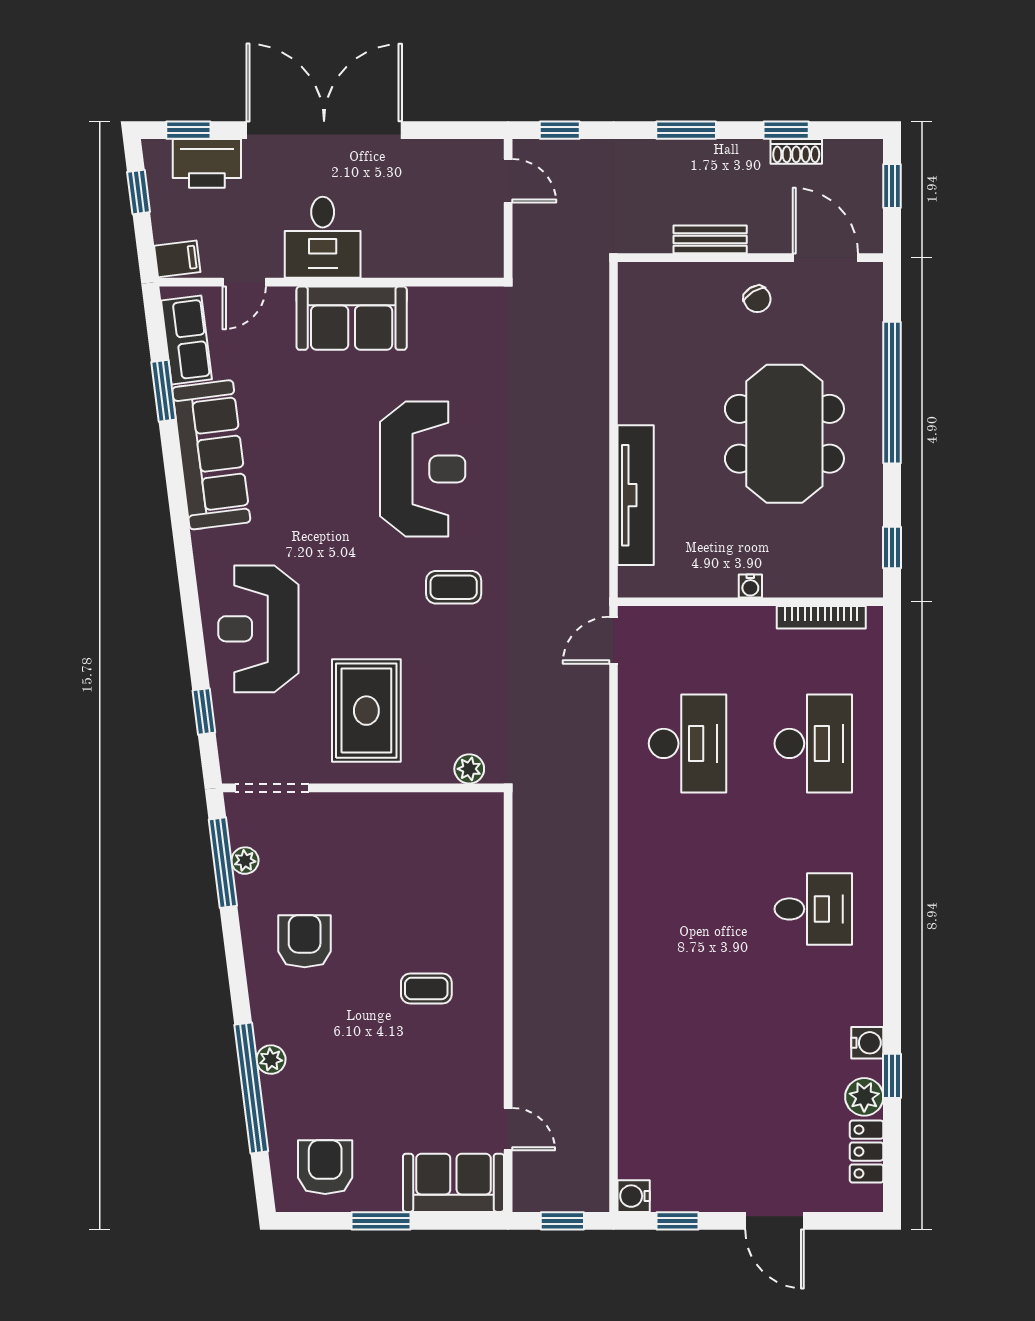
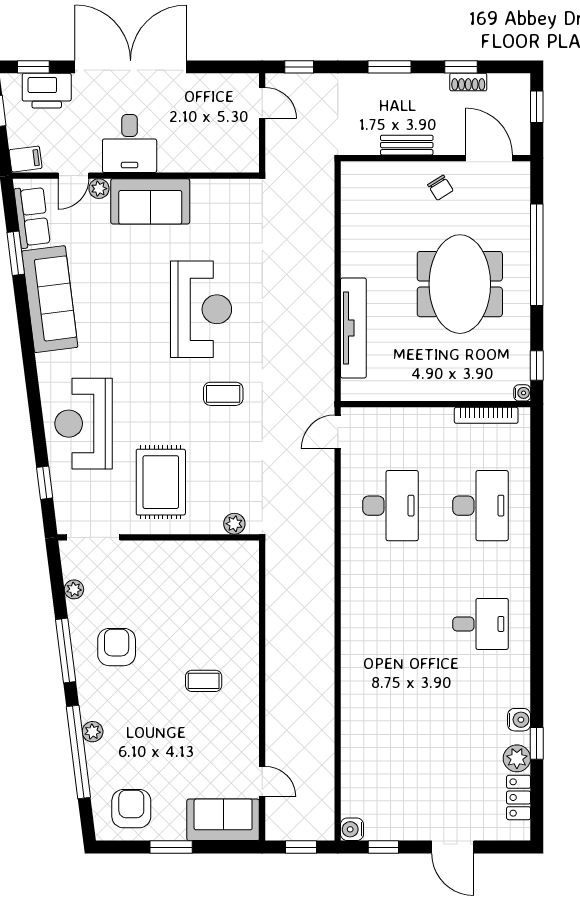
plant: (280, 300) -> (99, 189), added
water cooler: (750, 586) -> (522, 393), moved, turned -90
window: (223, 863) -> (66, 651), moved

